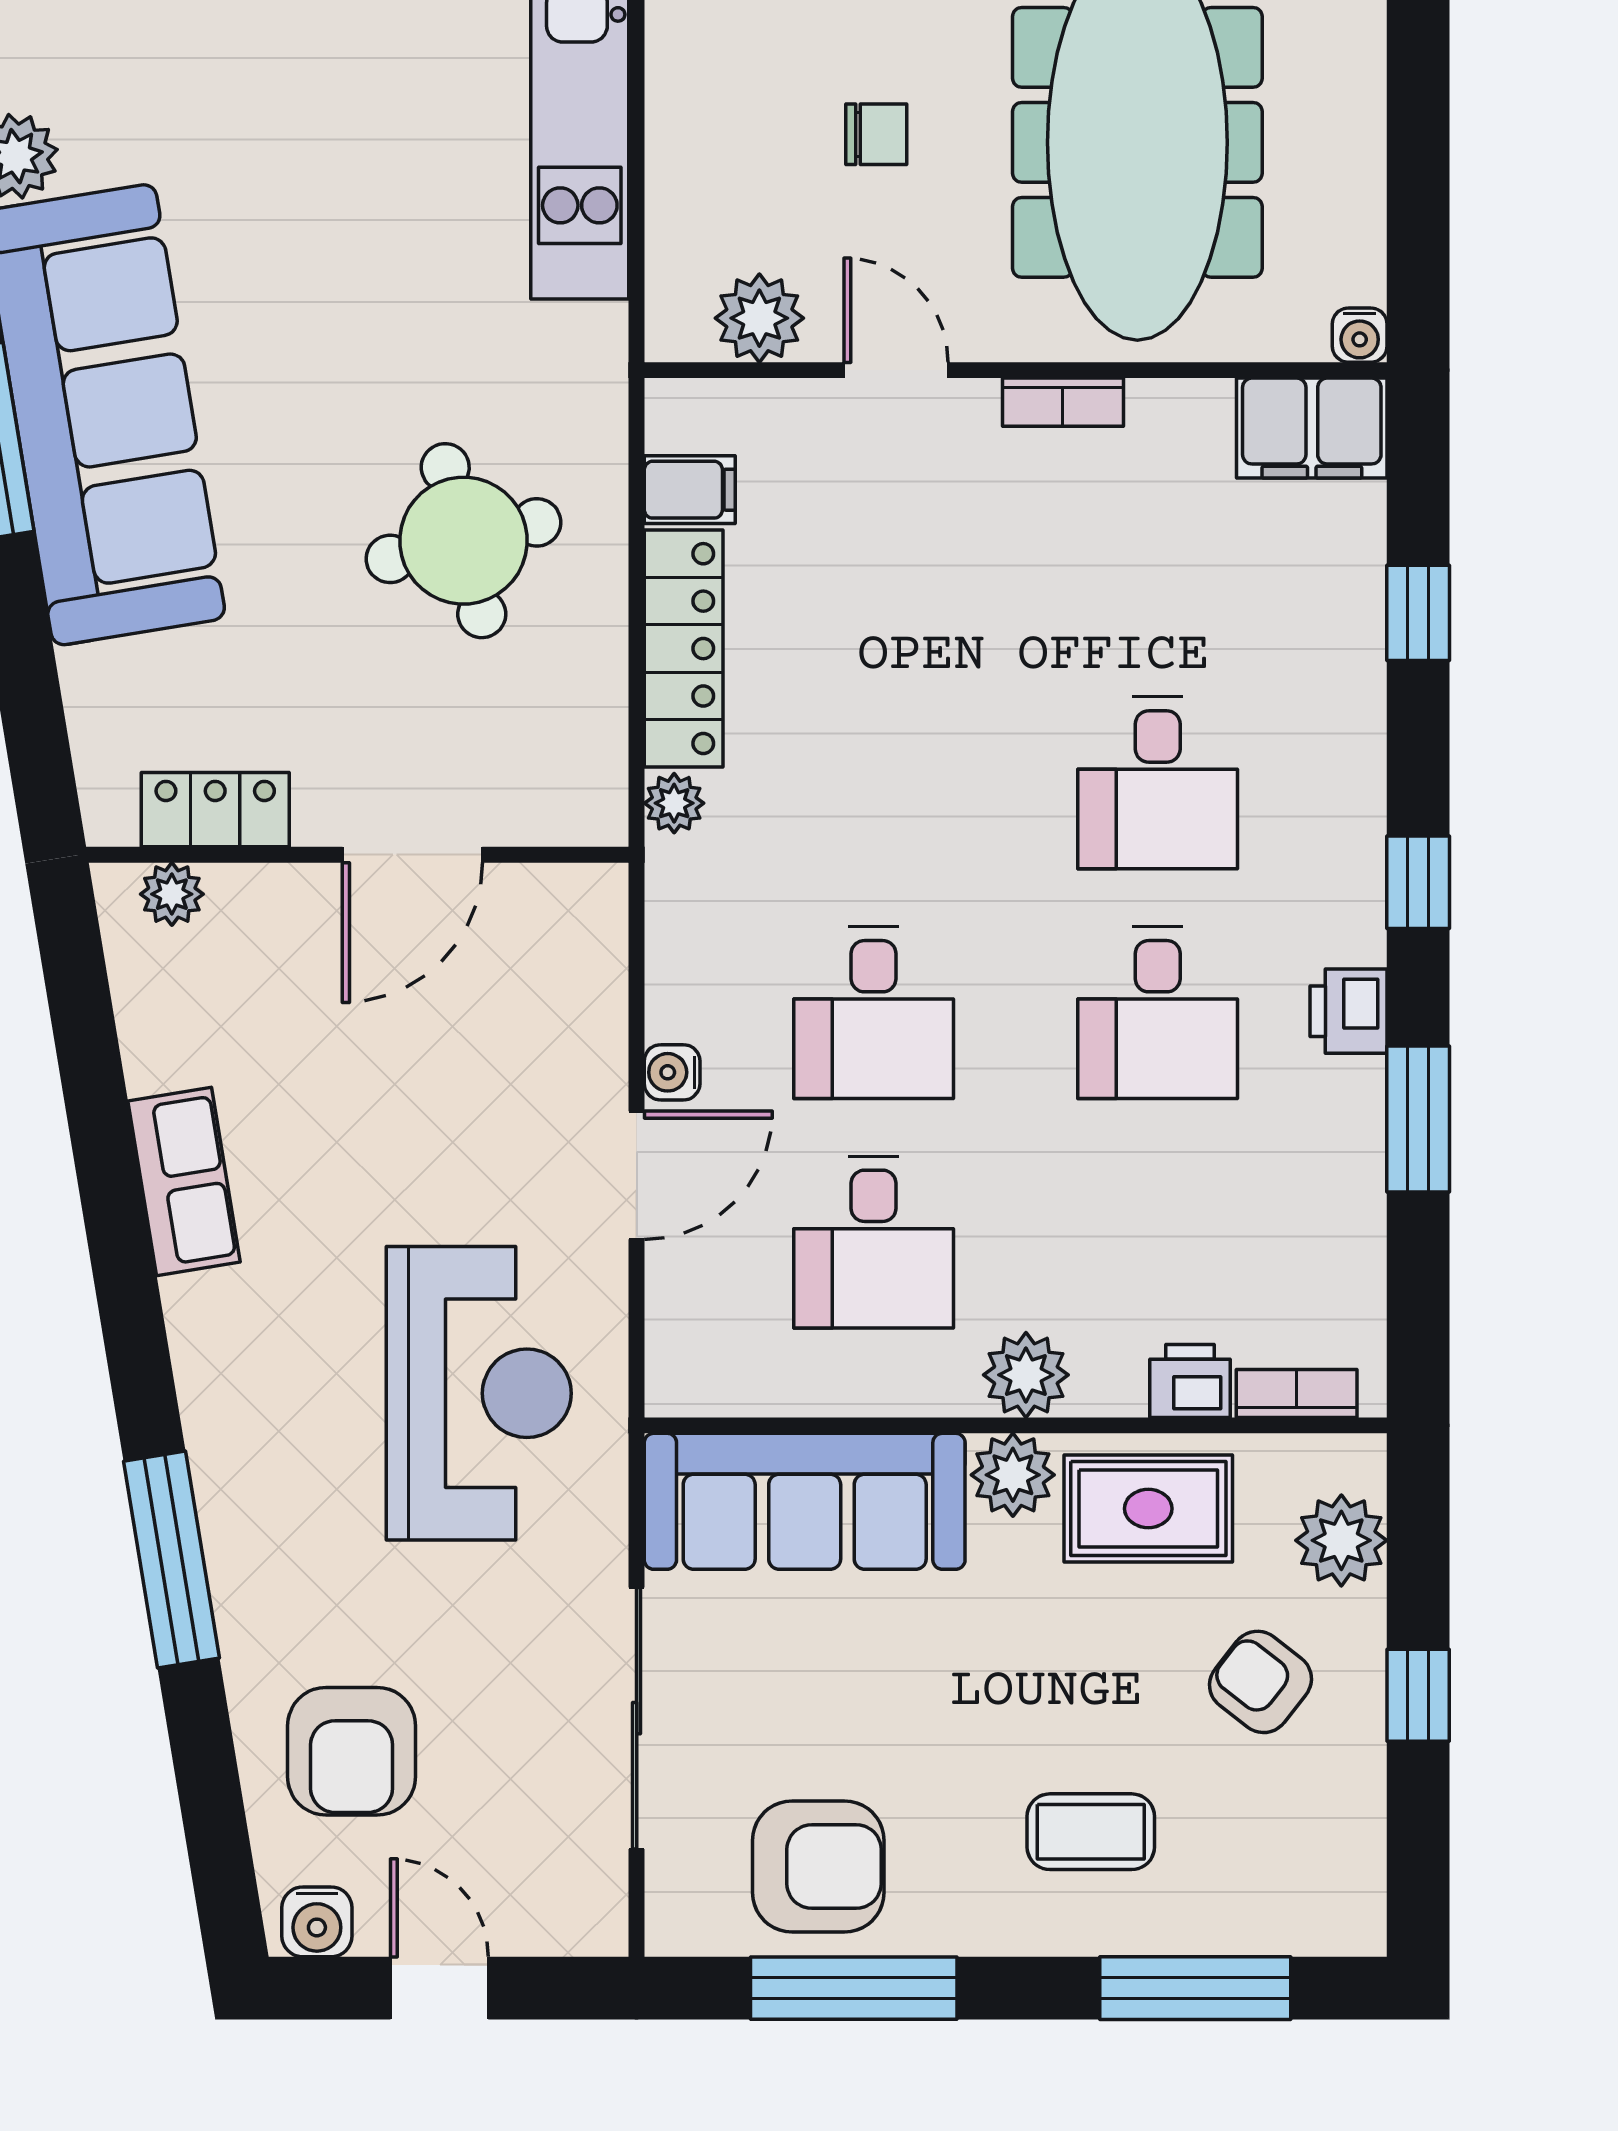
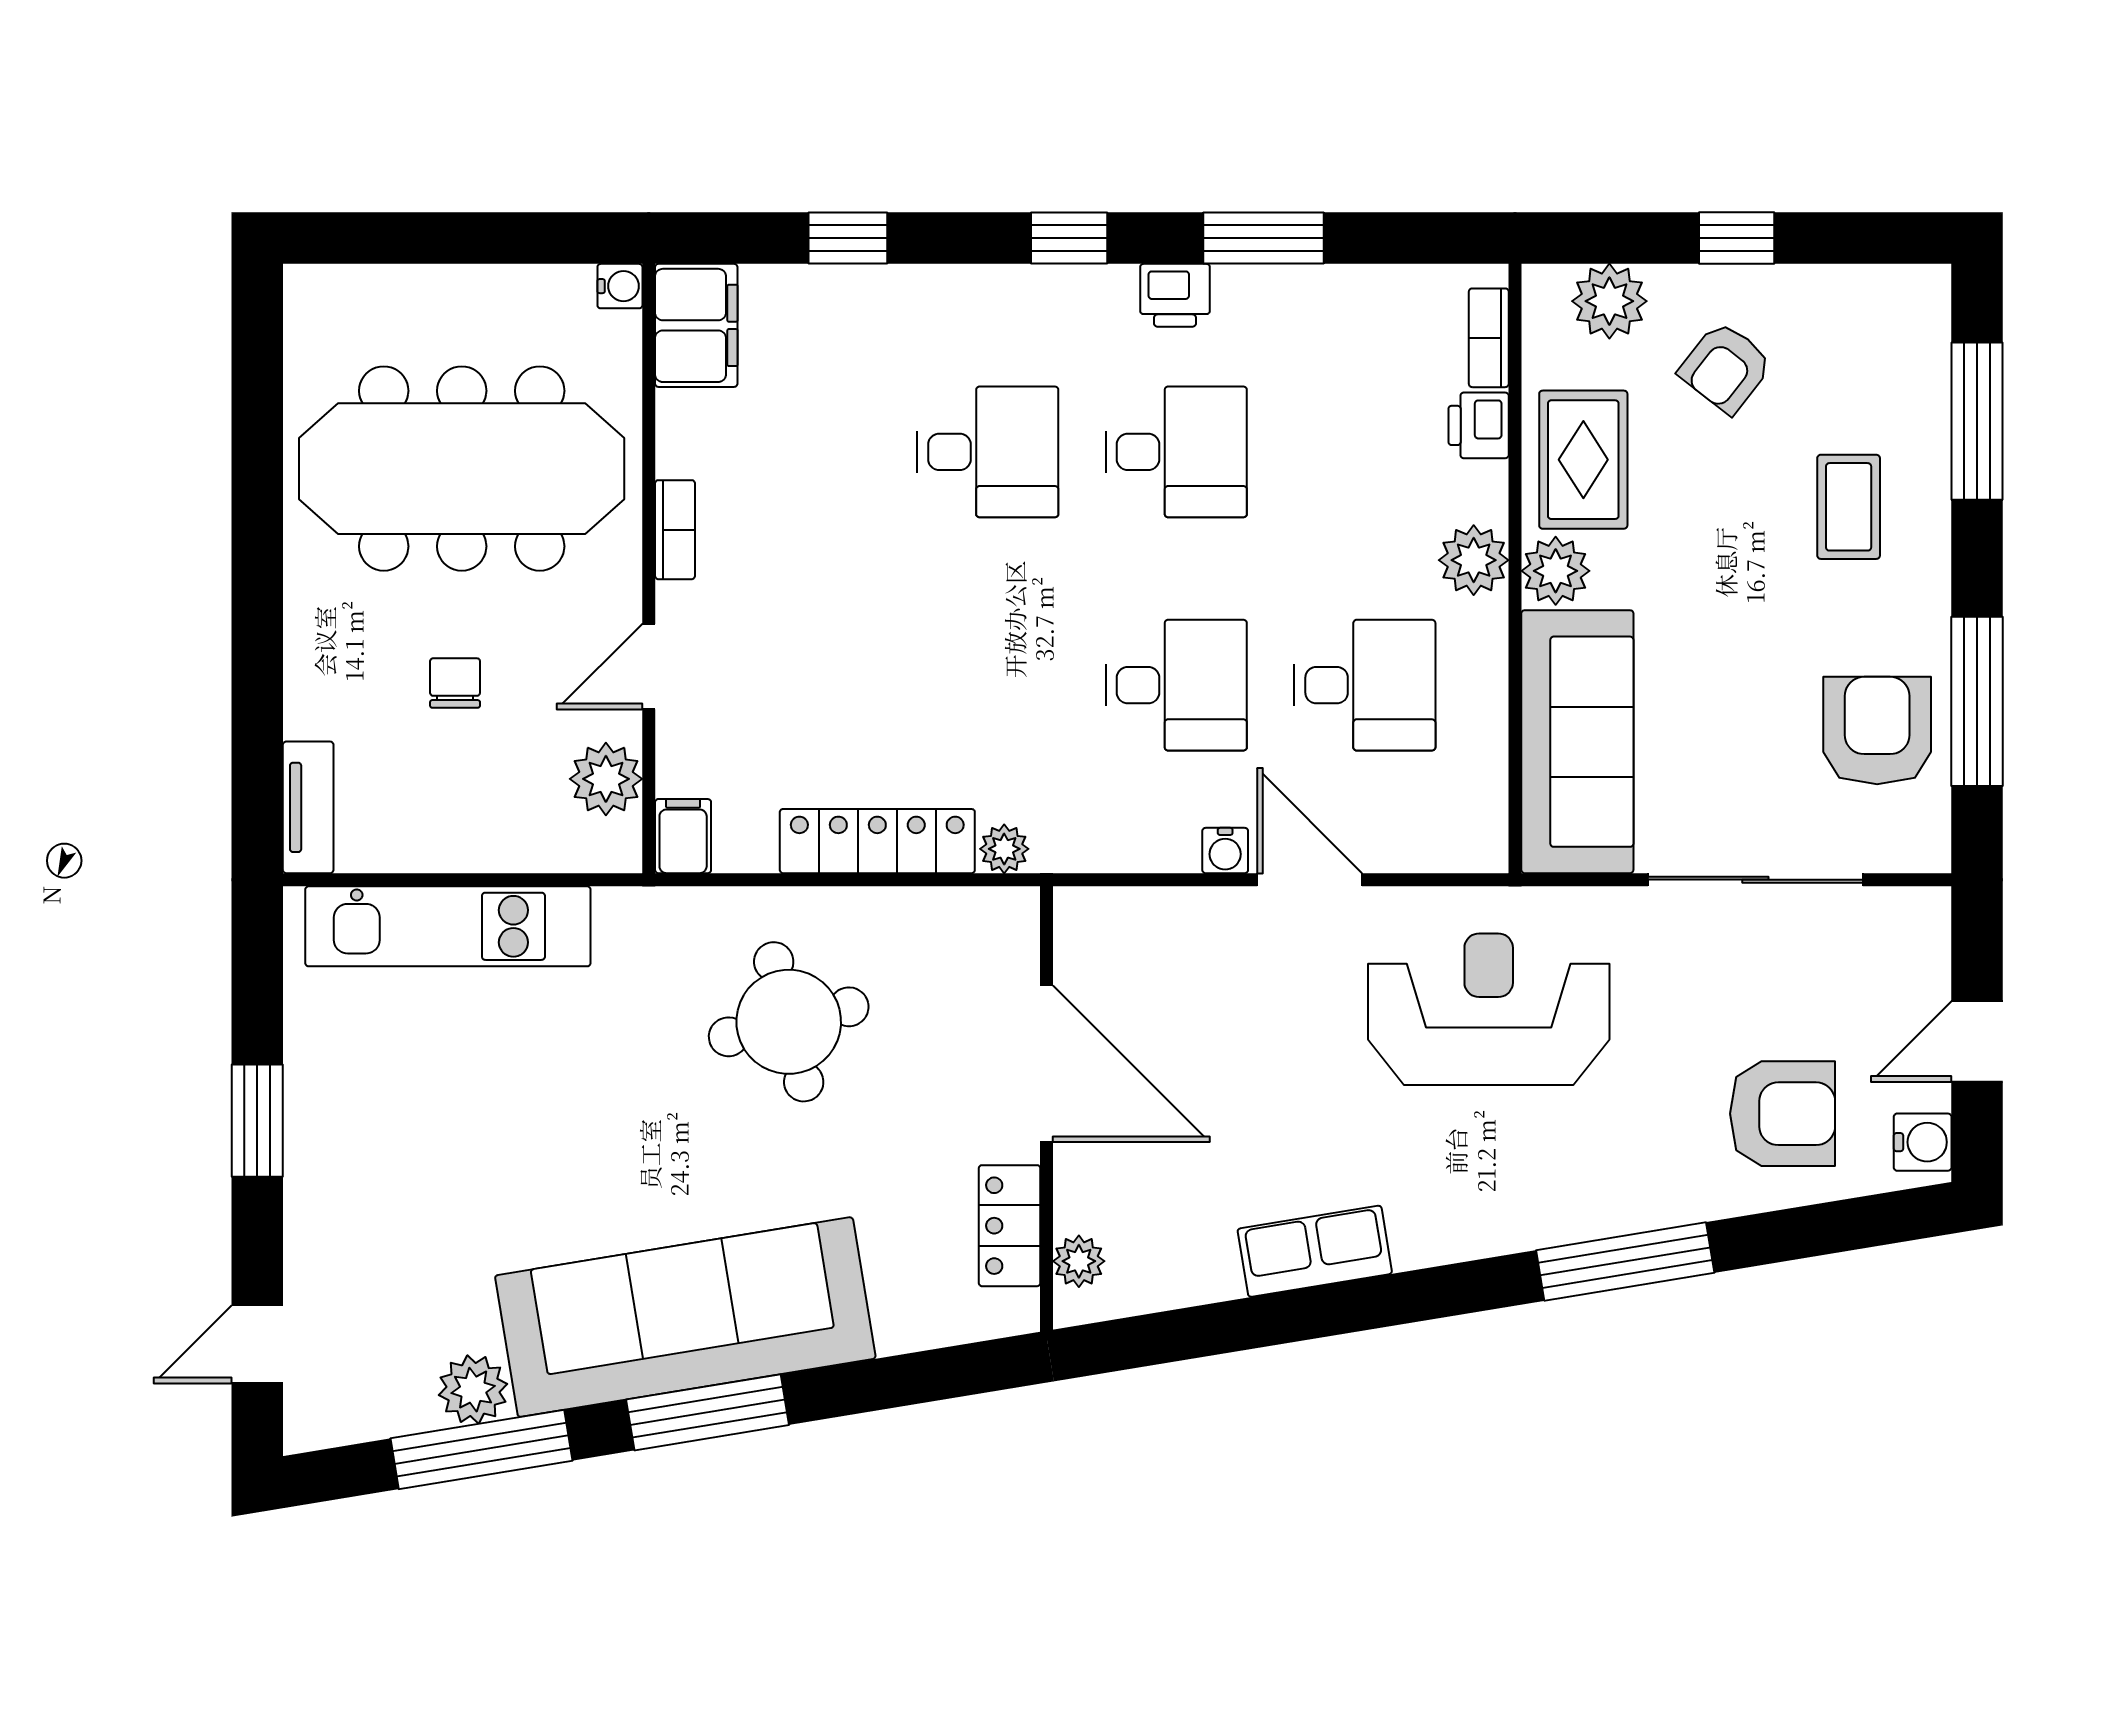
filing cabinet: (690, 490) -> (683, 836), moved
door: (412, 855) -> (1047, 1064), width x1.36

